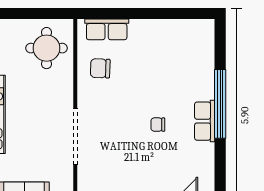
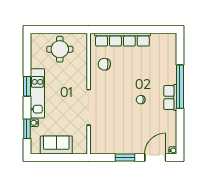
row of seats: (107, 29) -> (122, 40), width x2.02
round table: (47, 48) -> (60, 49), moved

